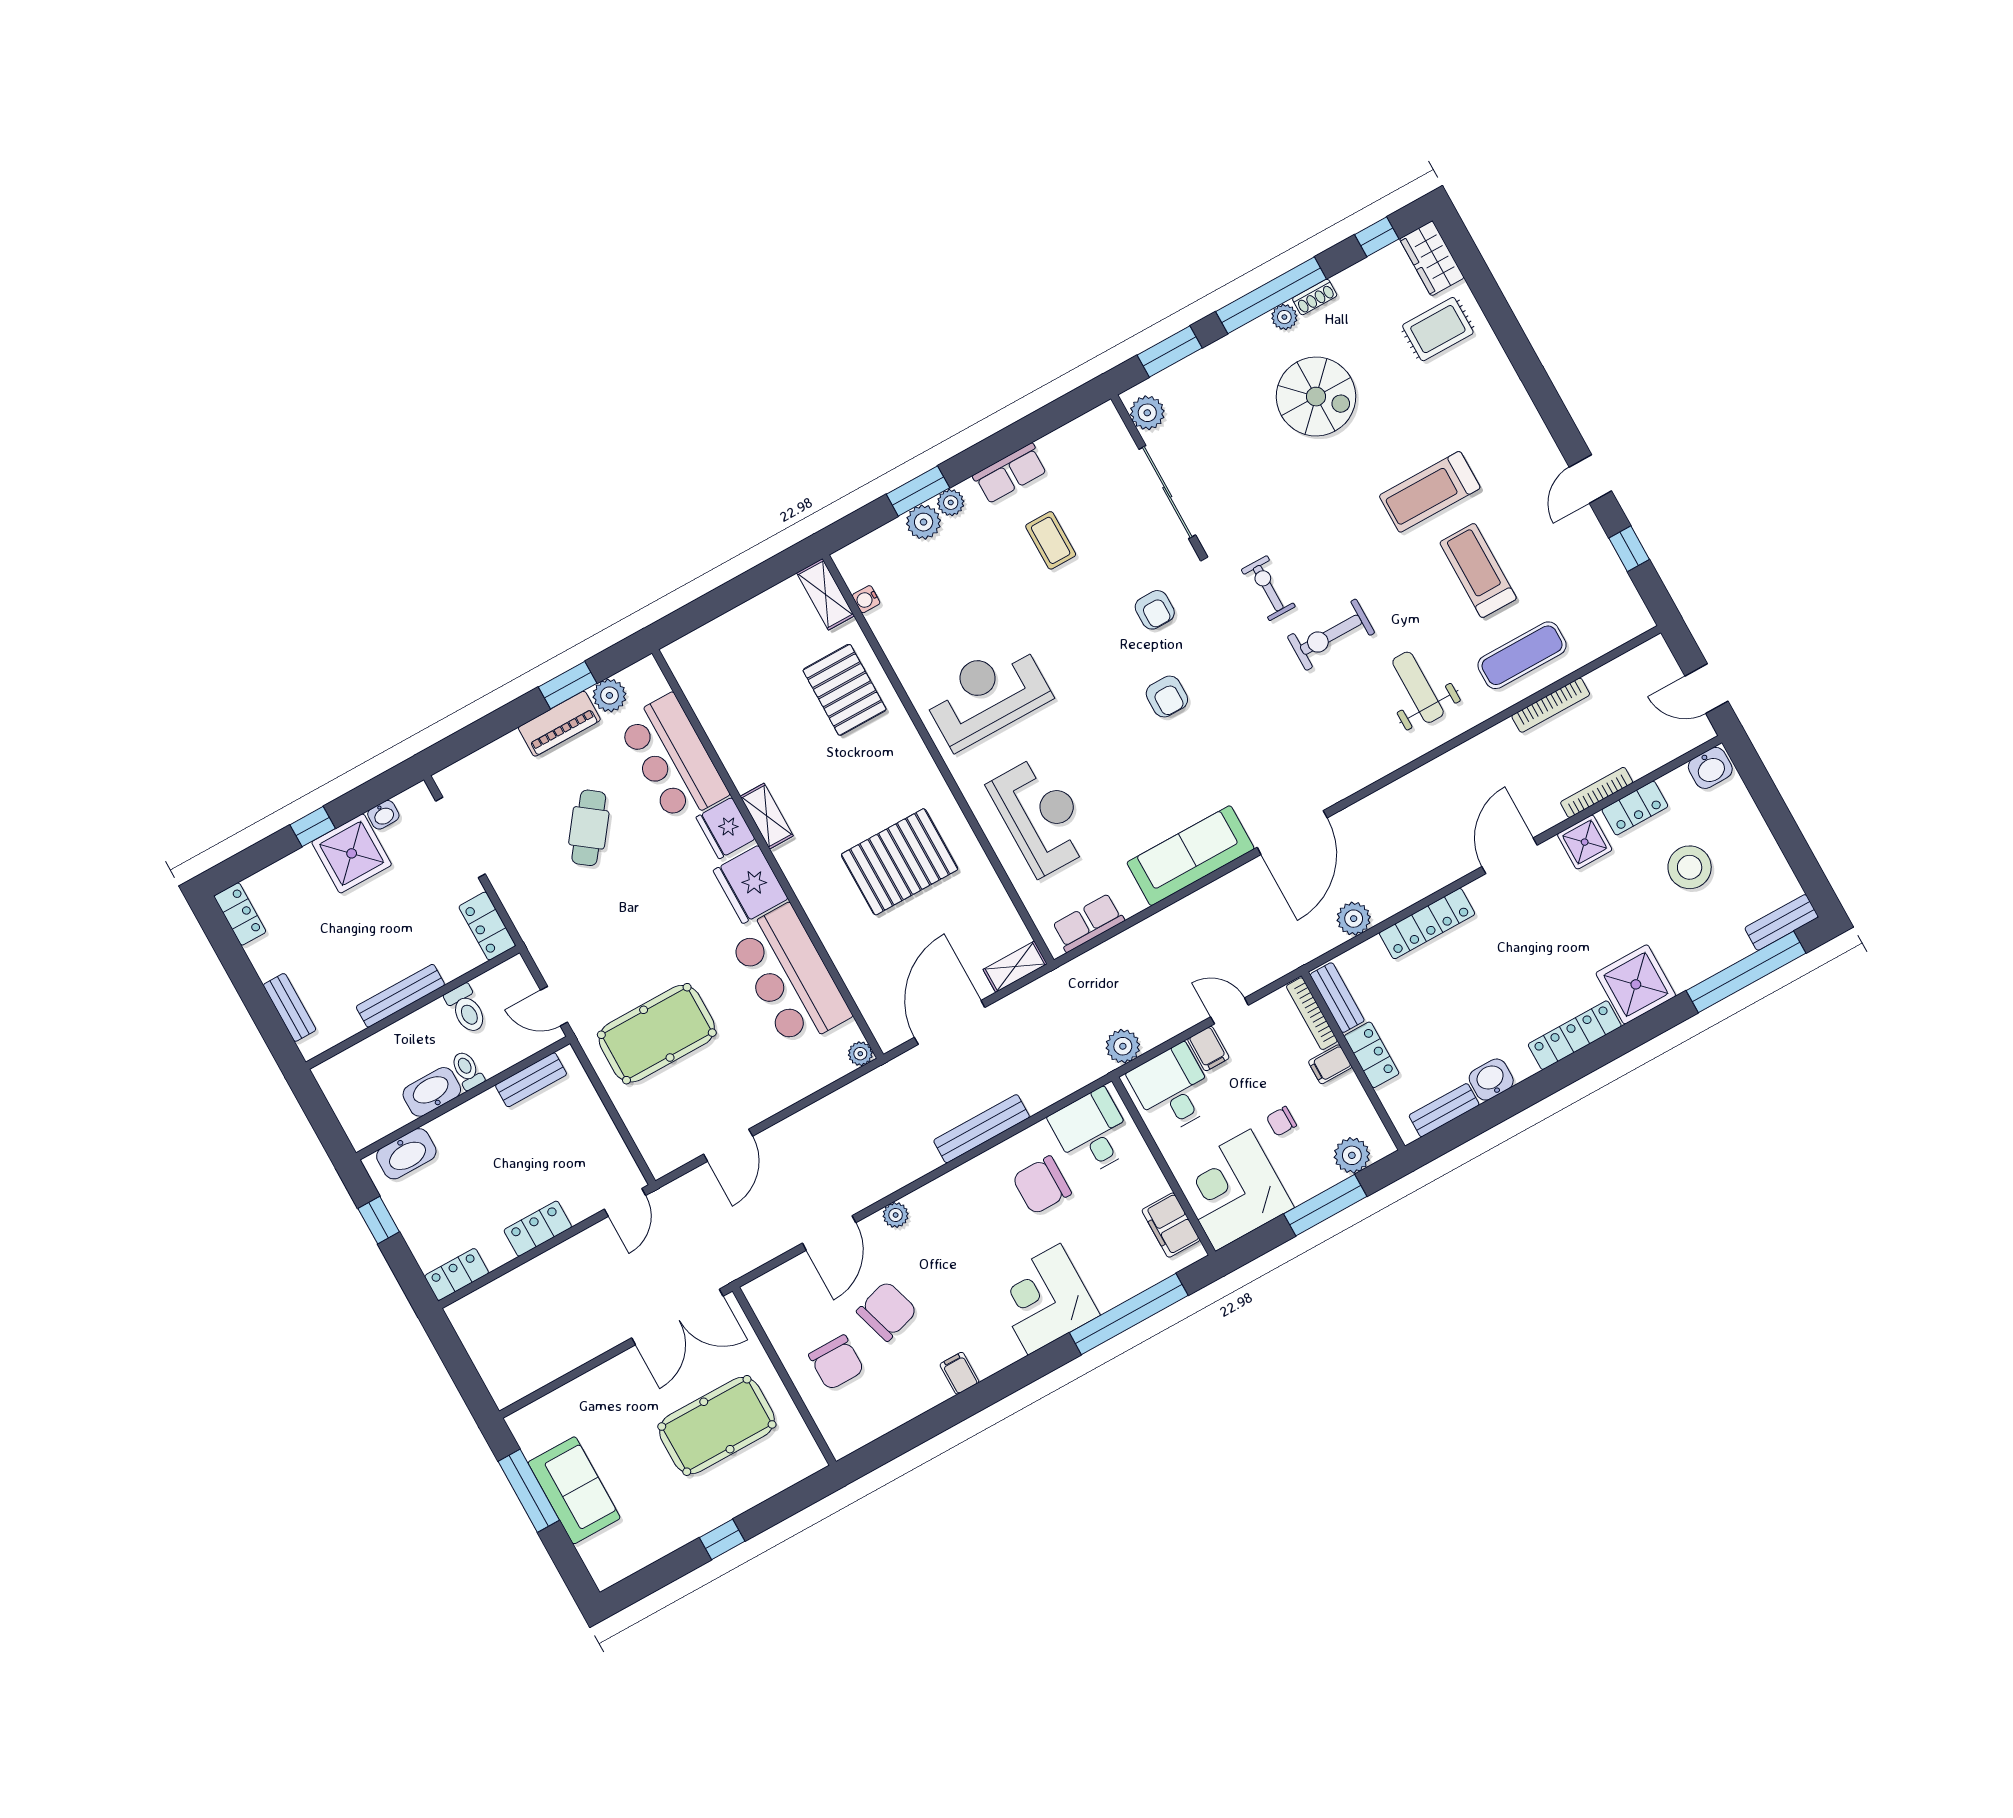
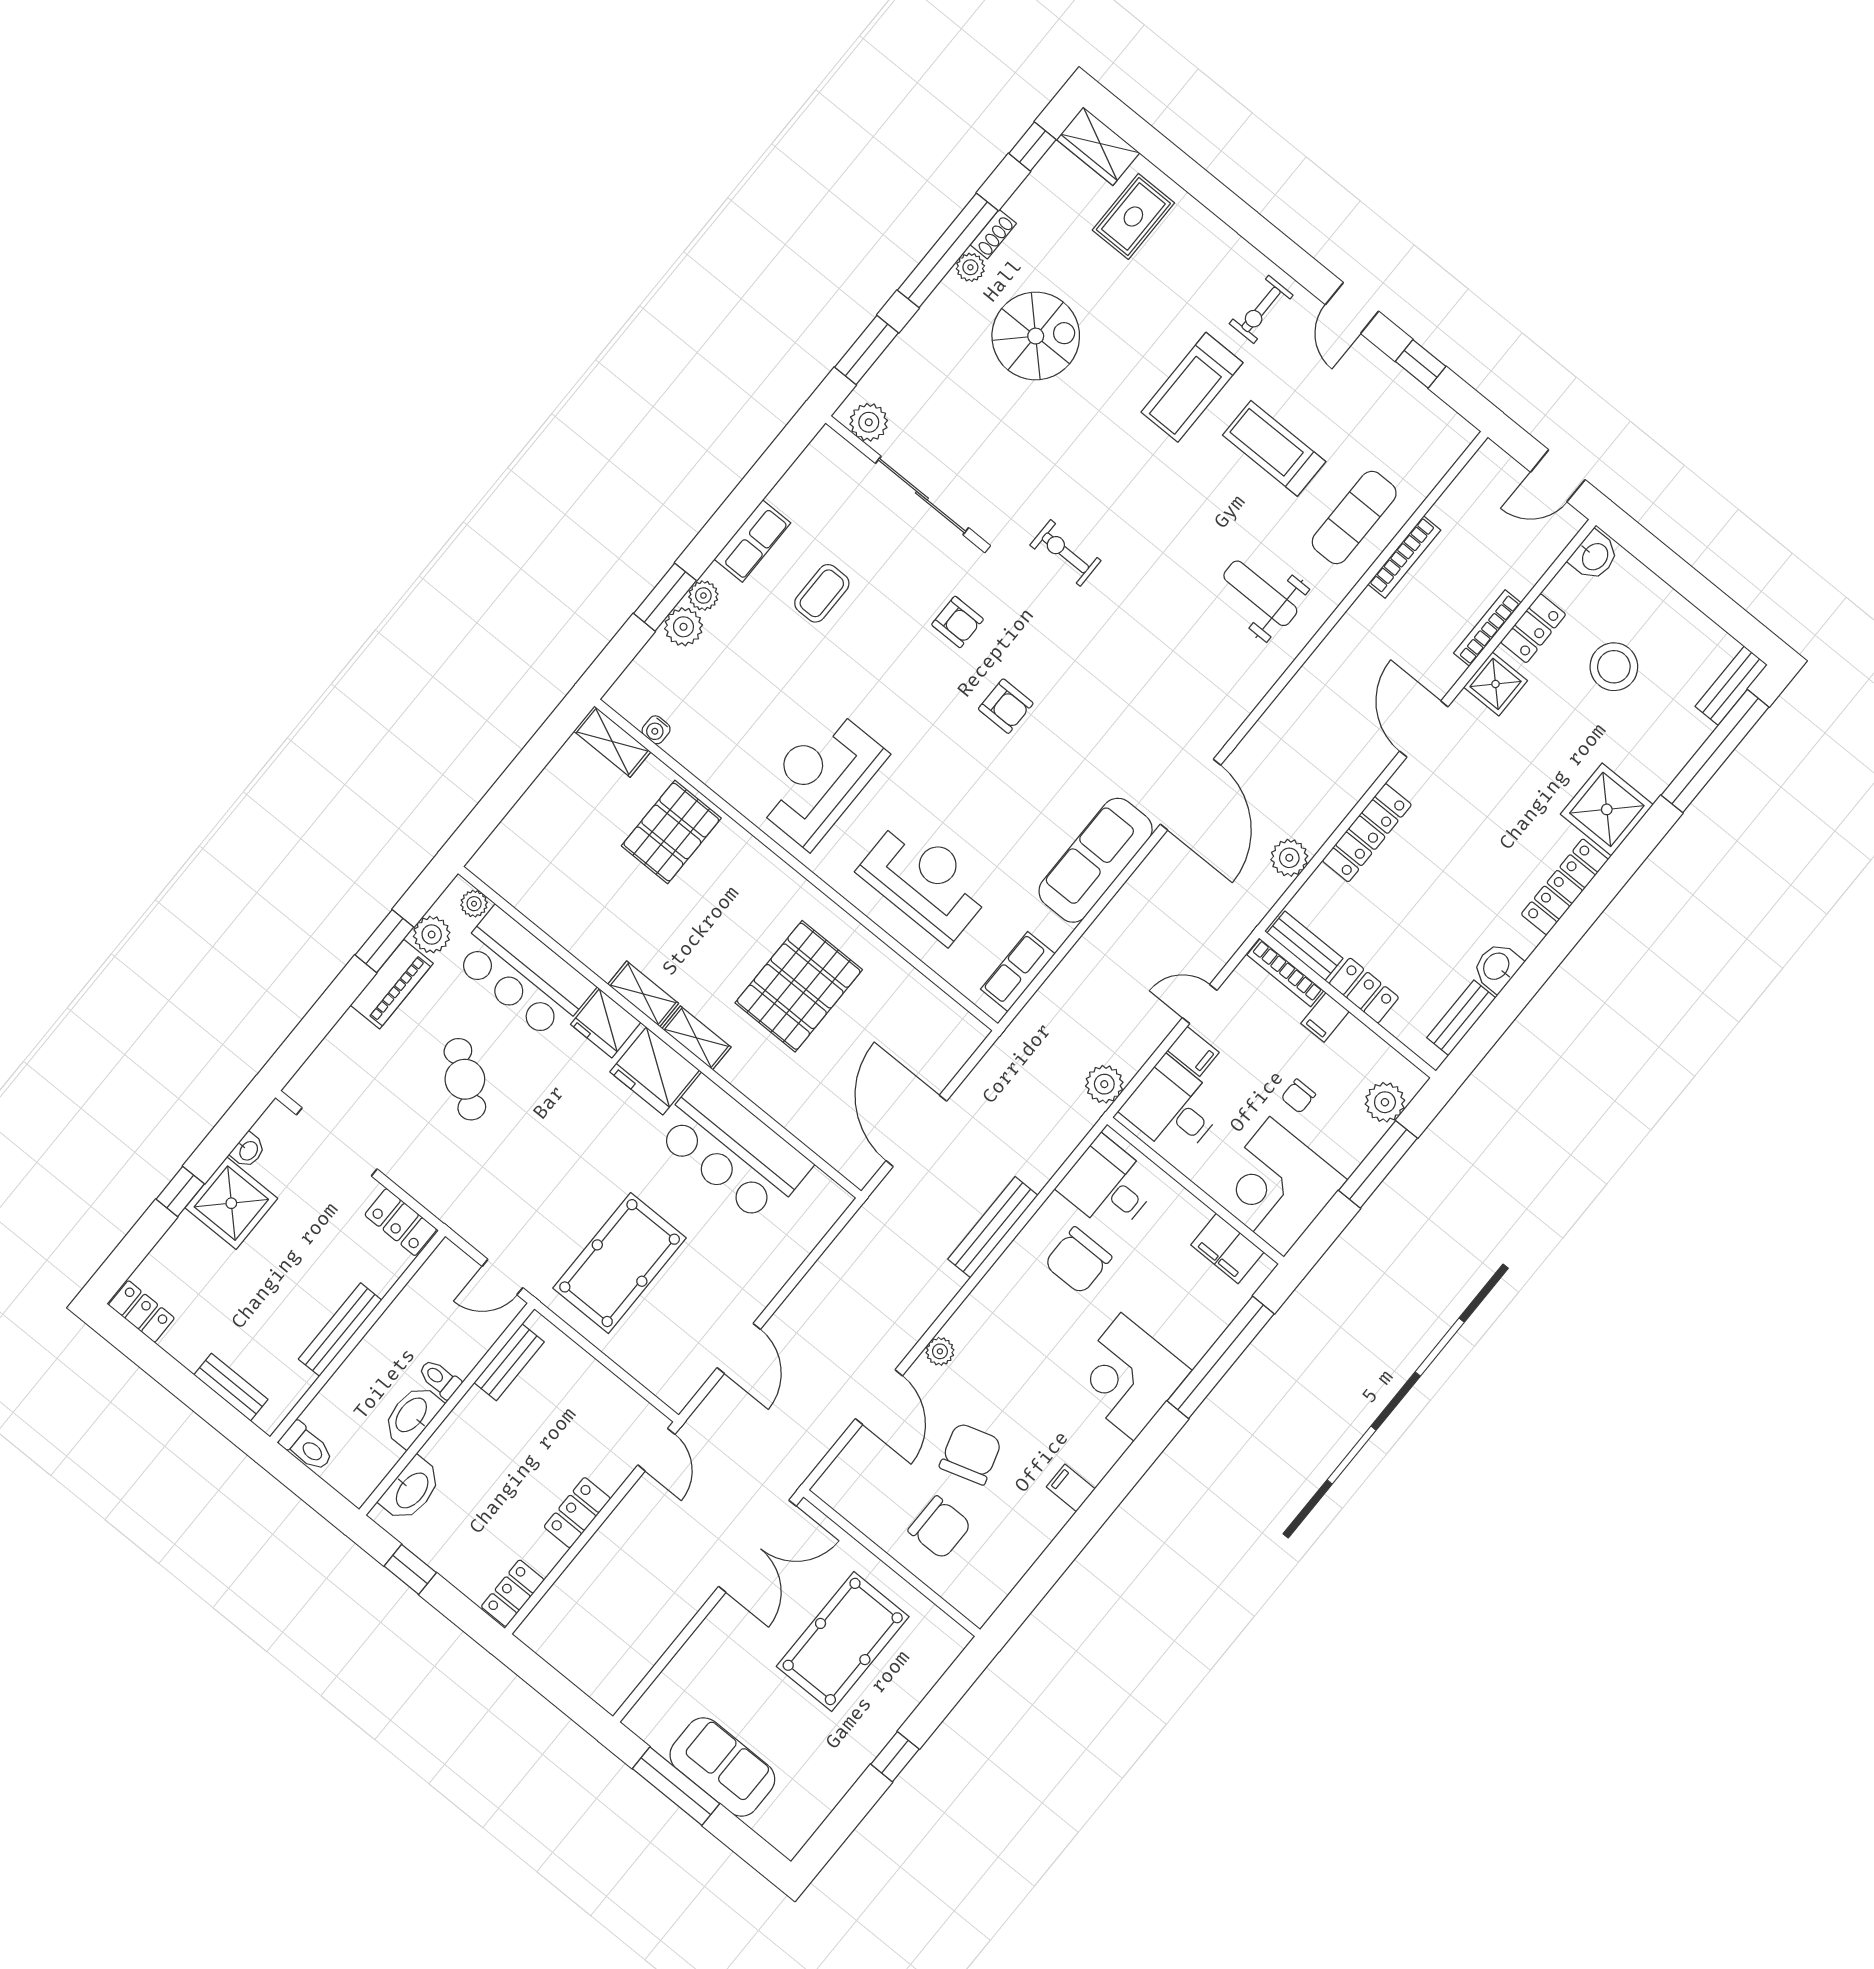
coffee table: (1051, 540) -> (822, 593), turned 90
exercise bike: (1331, 635) -> (1261, 309), moved, width x0.73, depth x0.72
pallet: (845, 690) -> (671, 832), turned 90
shelving: (1015, 967) -> (696, 1038), moved, turned 90
toilet: (466, 1009) -> (307, 1447), moved
plant: (860, 1054) -> (474, 904), moved

